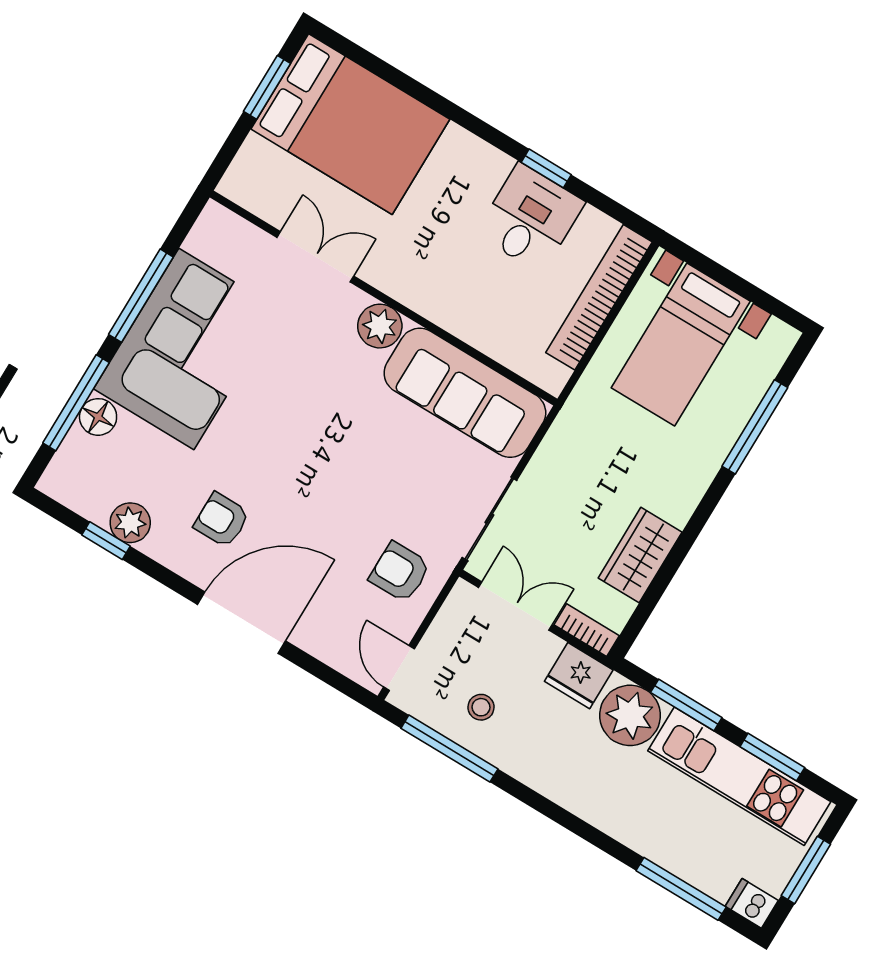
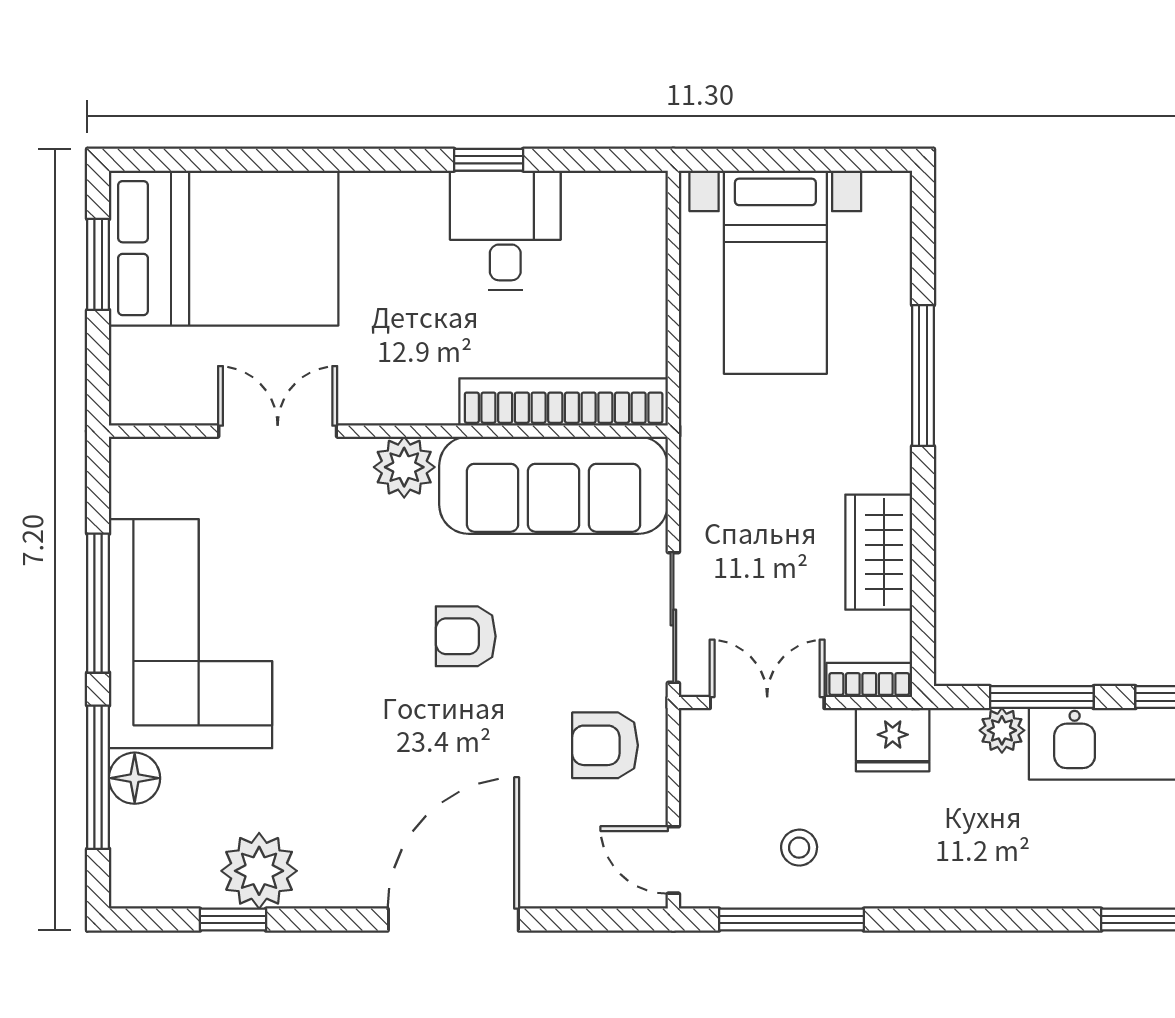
bookcase: (599, 297) -> (564, 402), moved, turned 90
window: (755, 427) -> (923, 376), moved
armchair: (222, 520) -> (466, 636), moved
plant: (130, 523) -> (259, 871), width x1.36, depth x1.36
plant: (630, 715) -> (1002, 730), width x0.53, depth x0.53

